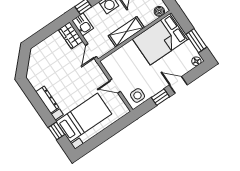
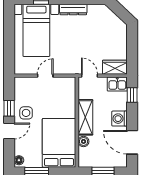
boiler: (159, 11) -> (84, 141), moved
side table: (137, 95) -> (26, 113), moved

